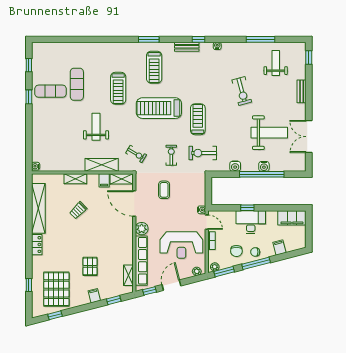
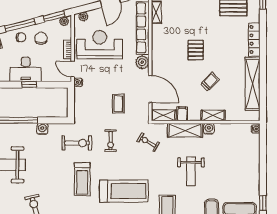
water cooler: (264, 166) -> (209, 129), moved
locker: (37, 245) -> (254, 39), width x1.53
pallet: (90, 266) -> (196, 50), moved

